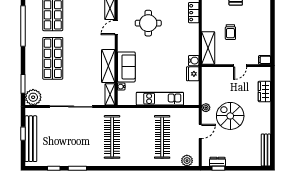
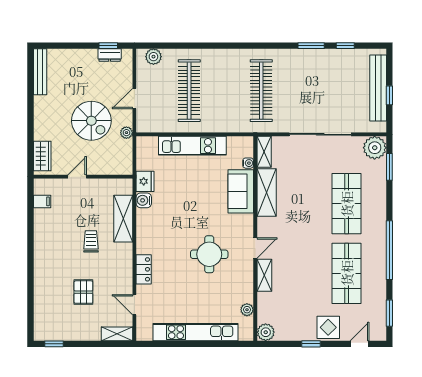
wall: (236, 66) -> (83, 177), moved
door: (240, 66) -> (77, 177), moved

